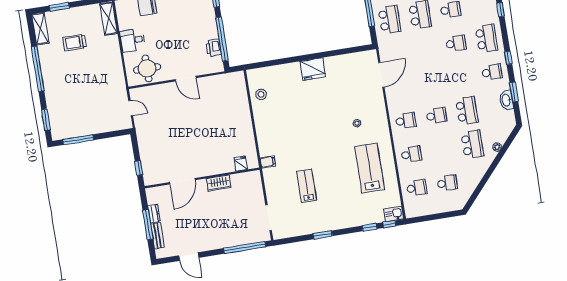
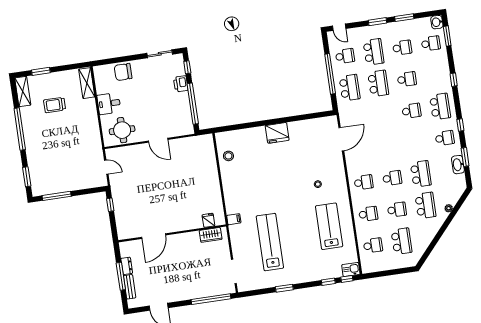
printer: (214, 48) -> (181, 84), moved
school desk: (442, 149) -> (397, 210), added
window: (139, 168) -> (110, 205), moved
wardrobe: (219, 183) -> (211, 235), moved
school desk: (447, 183) -> (401, 241), width x1.85
lab bench: (307, 186) -> (270, 242), width x1.86, depth x1.39

